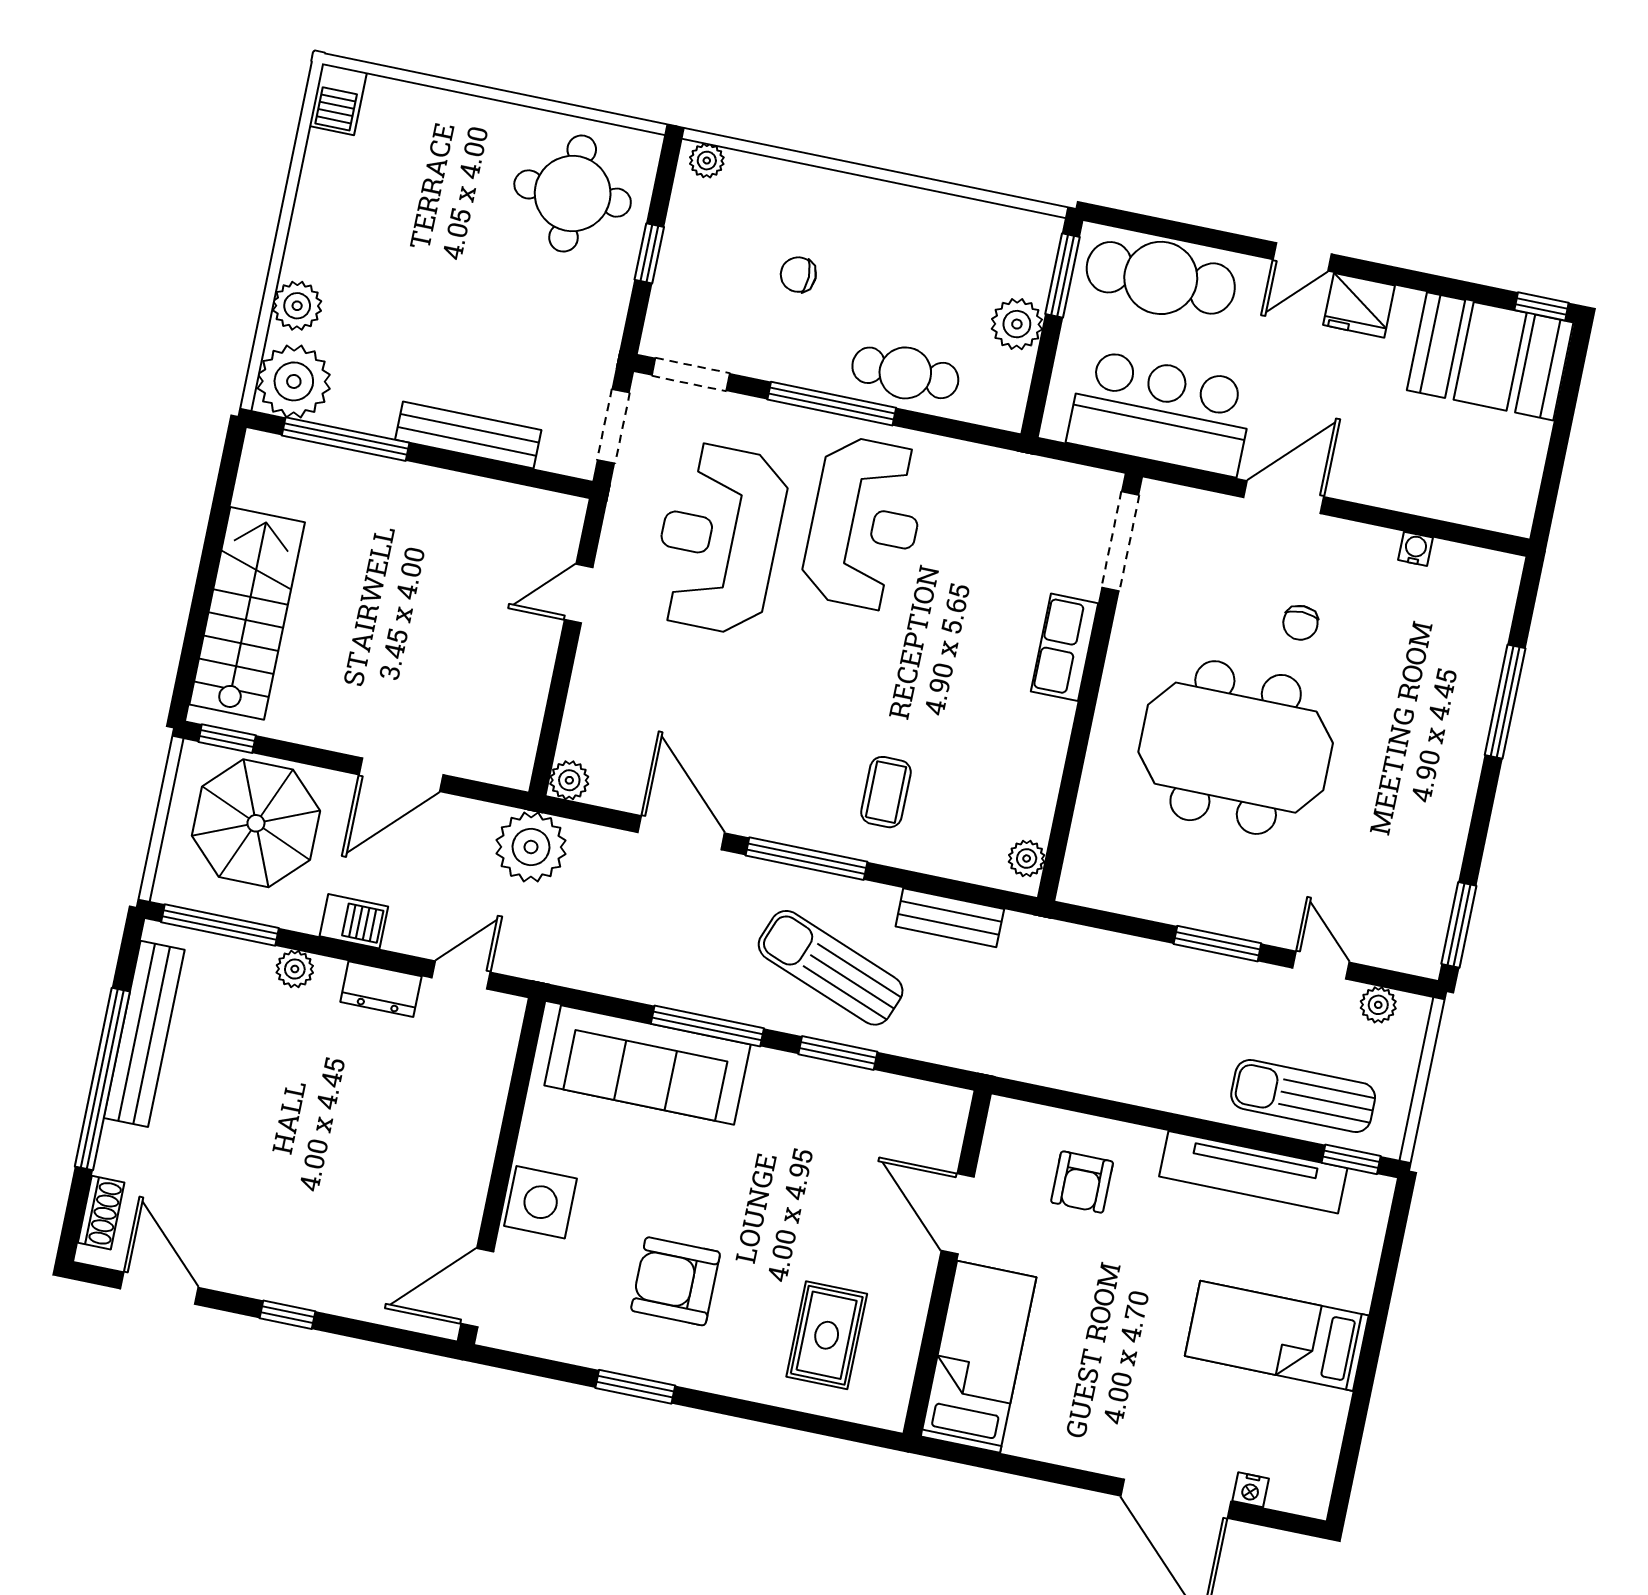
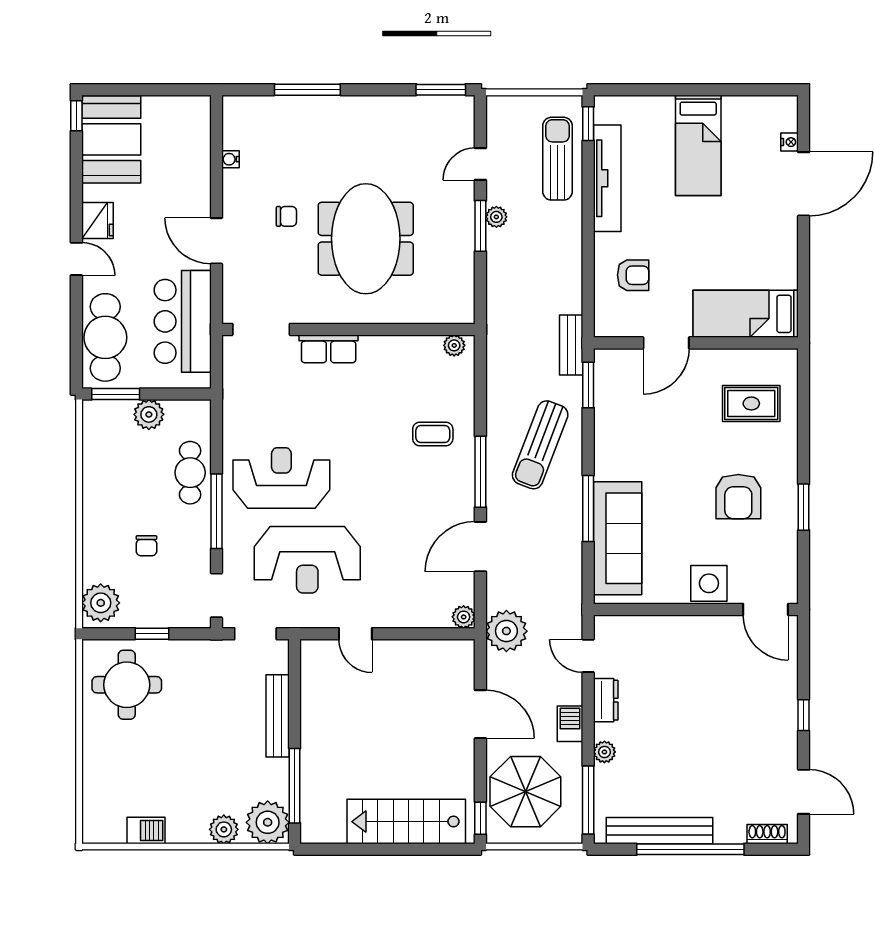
barbecue: (338, 99) -> (146, 830), moved
plant: (707, 161) -> (101, 603), width x1.87, depth x1.87
bench: (950, 918) -> (571, 345), moved
plant: (1378, 1005) -> (496, 217), moved
window: (838, 1053) -> (588, 385), moved
sun lounger: (1303, 1096) -> (558, 159), turned 180
door: (159, 1288) -> (804, 792), swing flipped

